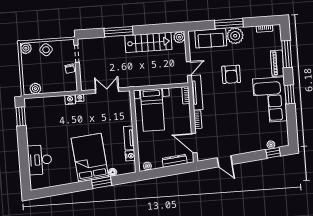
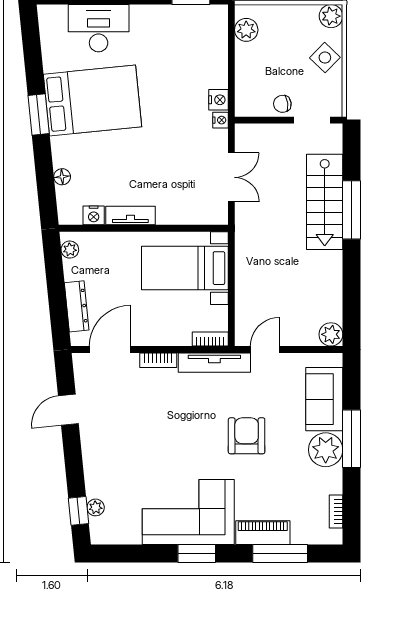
stairs: (148, 42) -> (325, 202), moved
door: (189, 68) -> (265, 350), swing flipped
armchair: (231, 74) -> (247, 436), turned 90
bed: (90, 158) -> (93, 100), moved
window: (102, 183) -> (39, 114), moved

